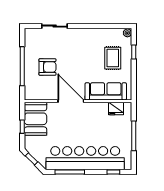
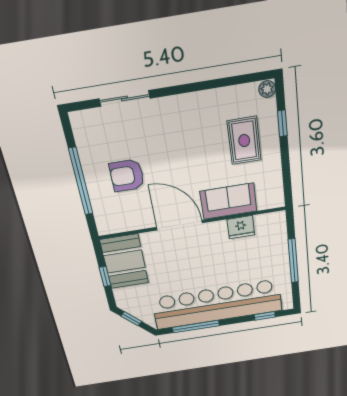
armchair: (47, 67) -> (127, 176), turned 180
sofa: (106, 91) -> (229, 201), width x0.73
fridge: (116, 109) -> (241, 227), moved

